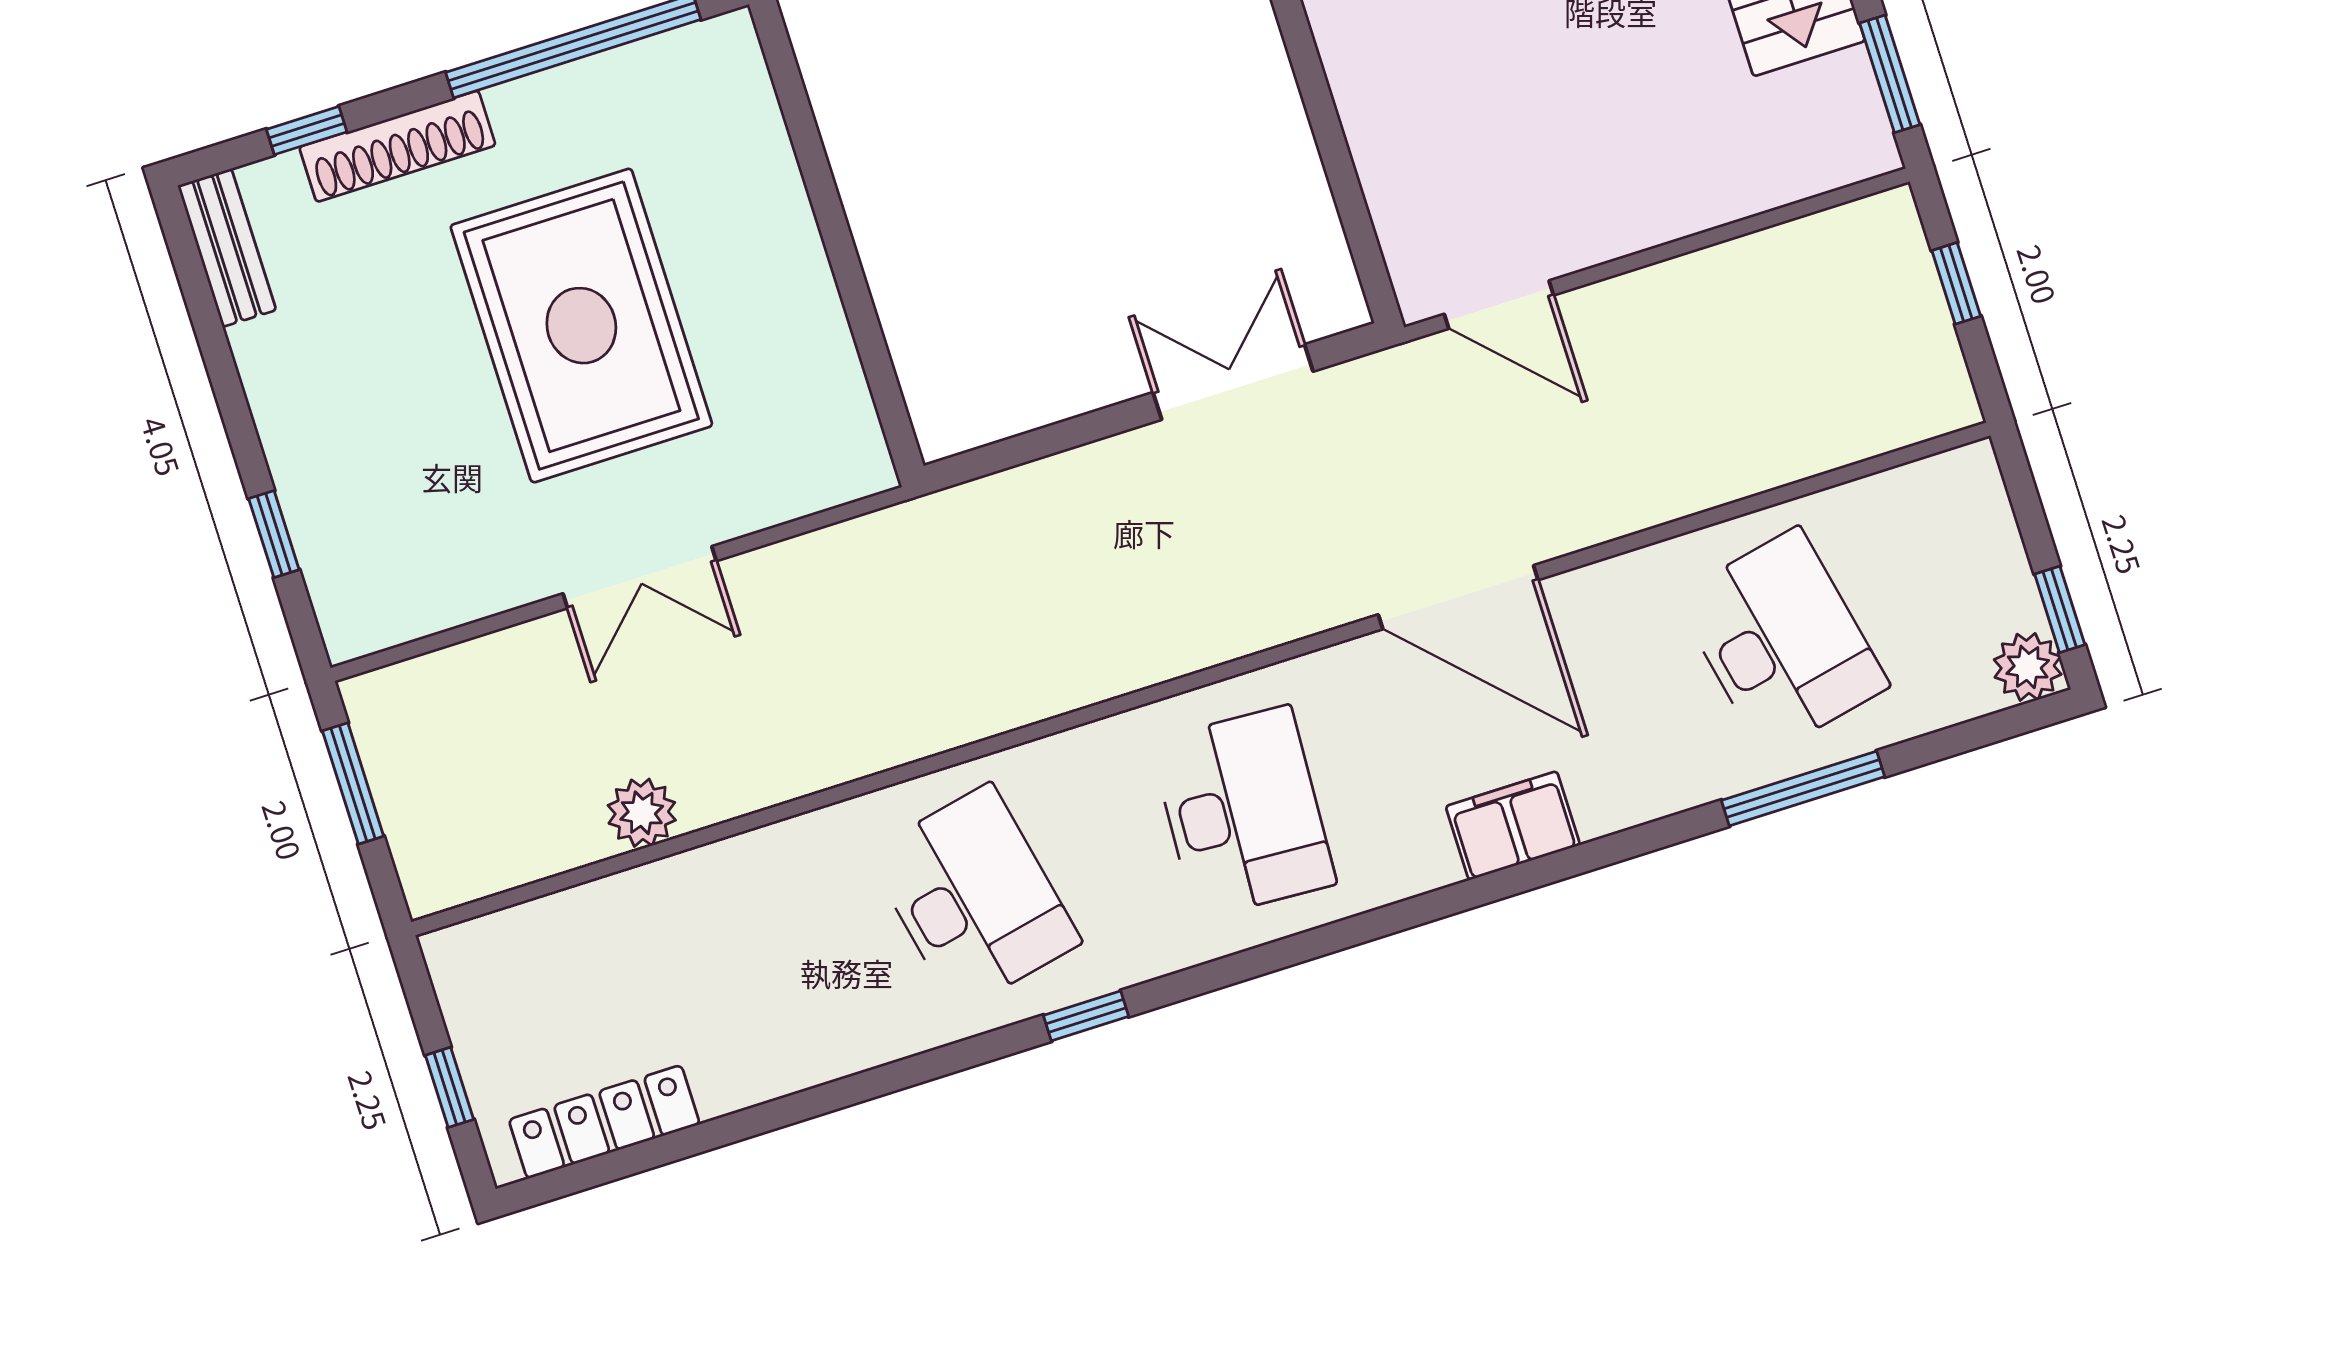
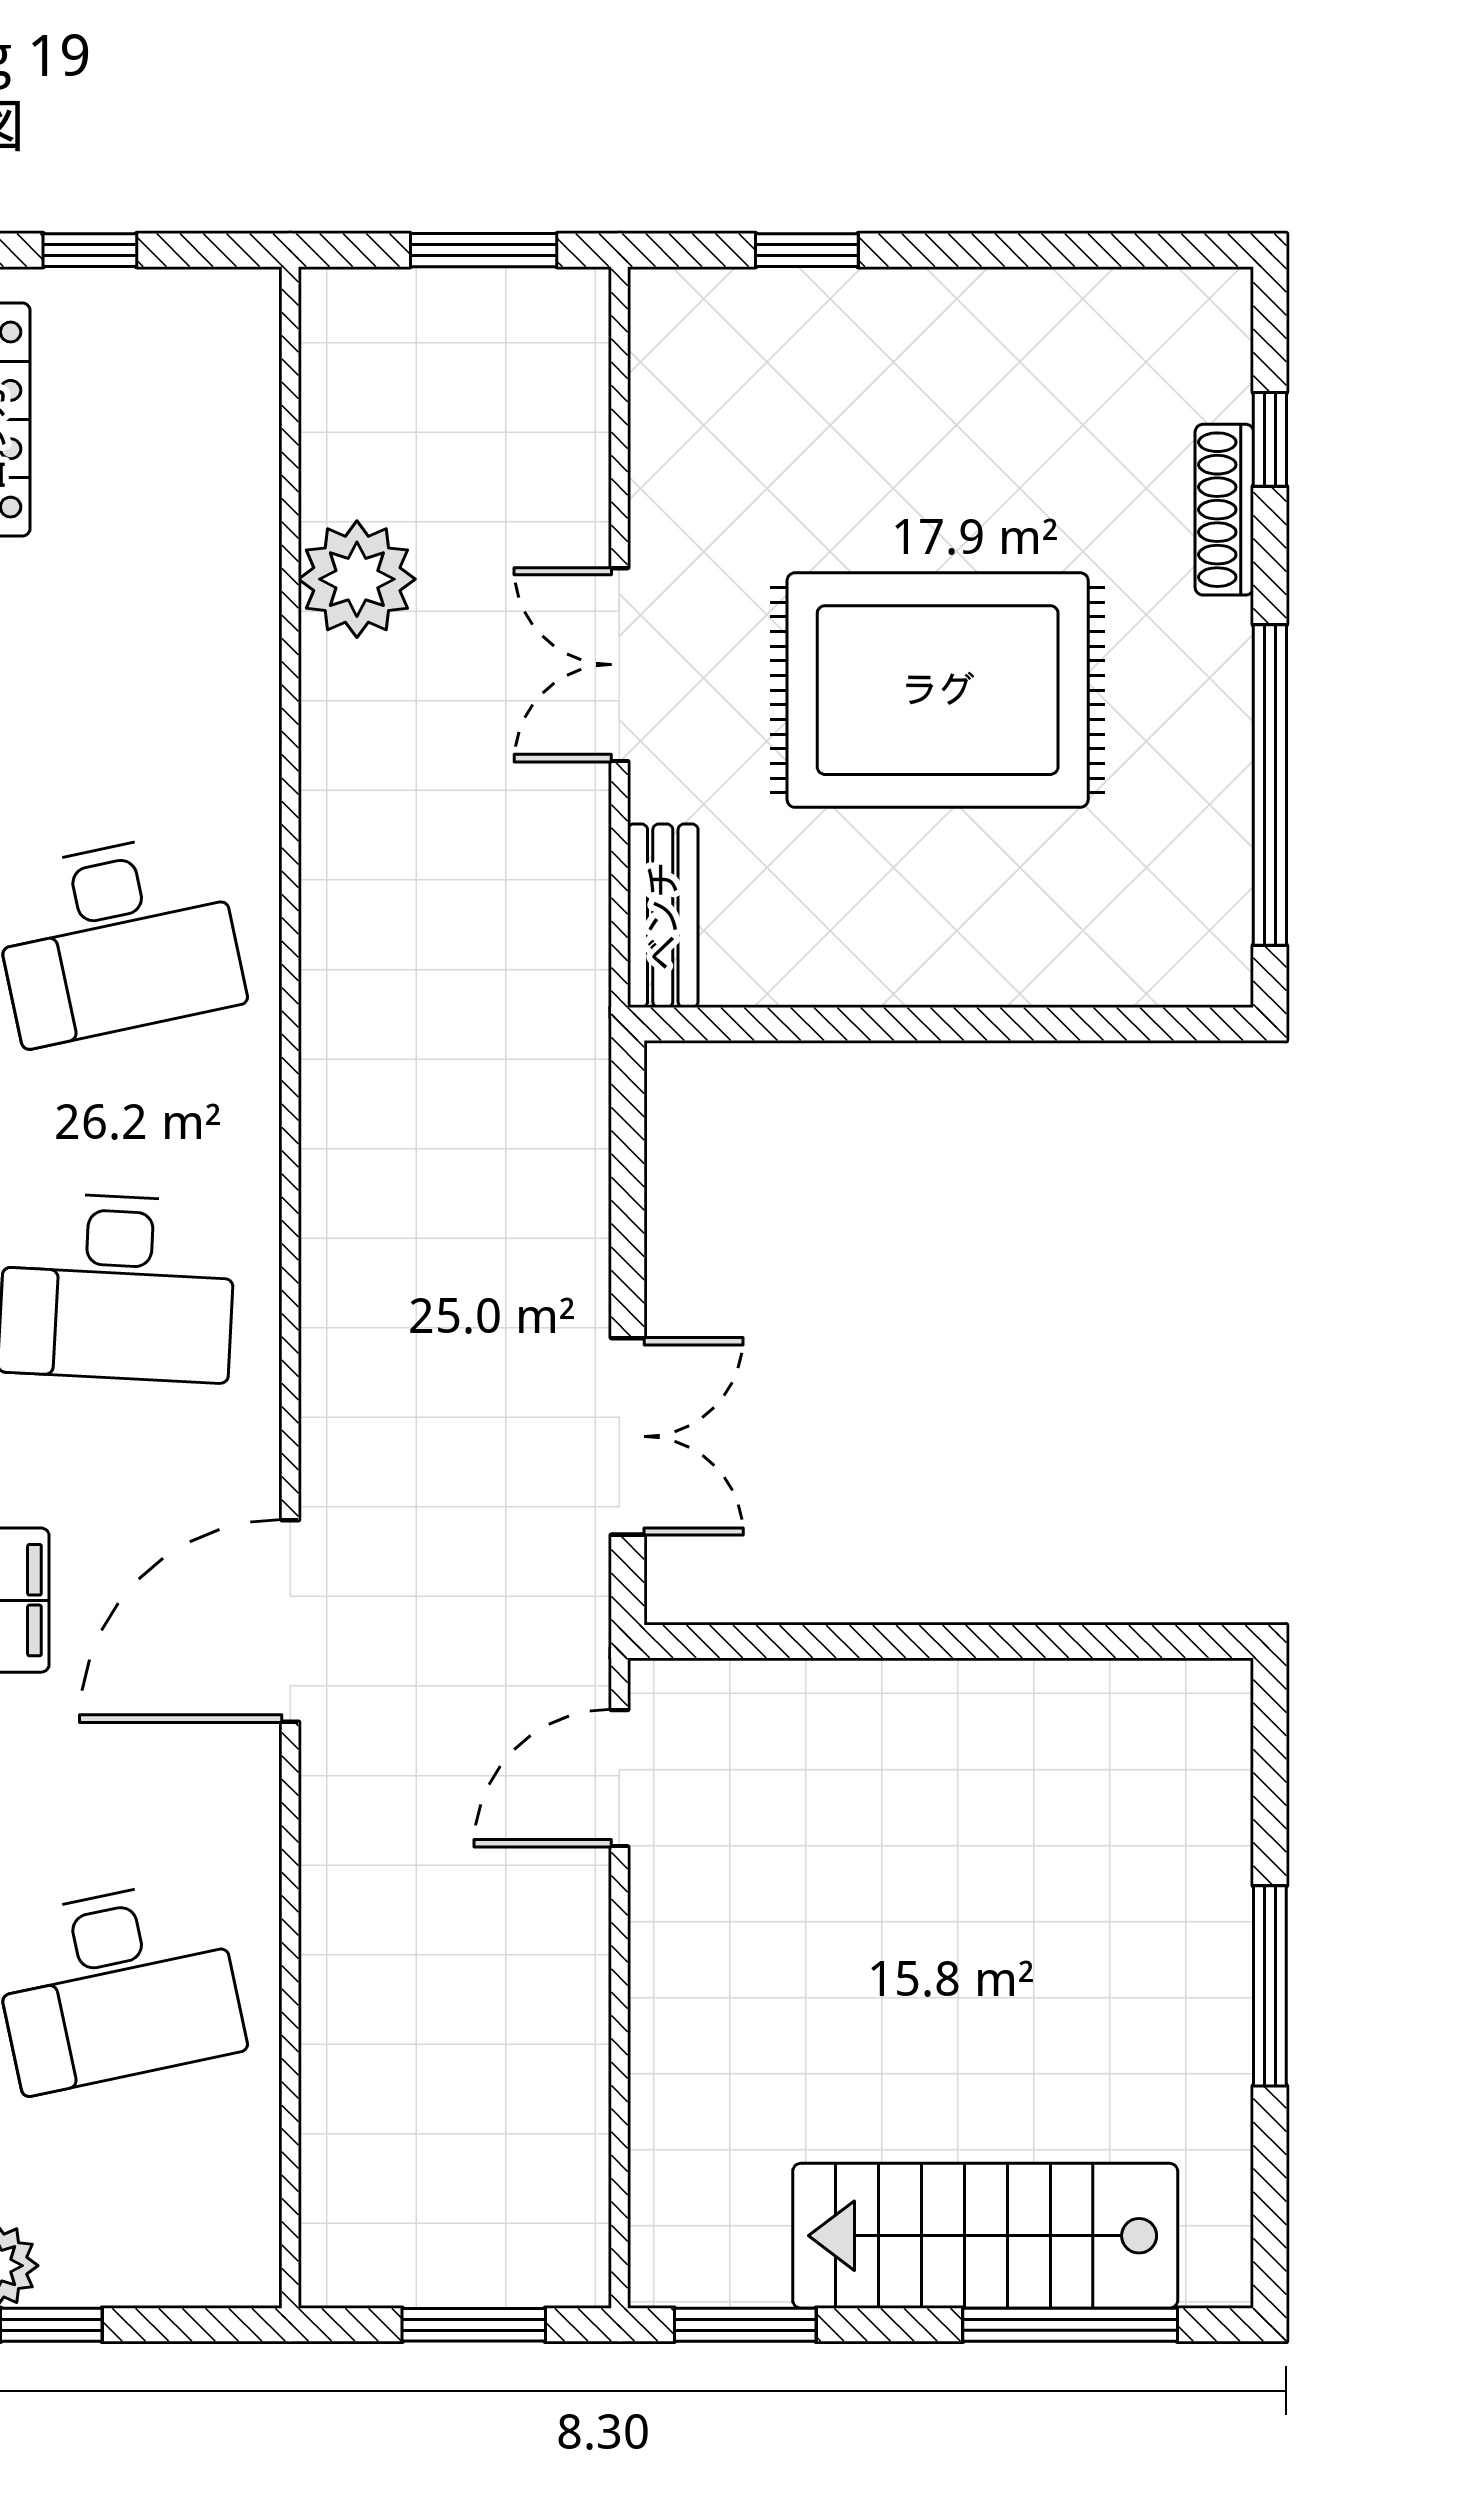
shoe rack: (397, 146) -> (1224, 510), width x0.74, depth x0.81
bench: (227, 248) -> (663, 916), moved, turned 90
window: (1956, 283) -> (474, 2325), width x1.50
plant: (642, 813) -> (357, 579), width x1.36, depth x1.36

